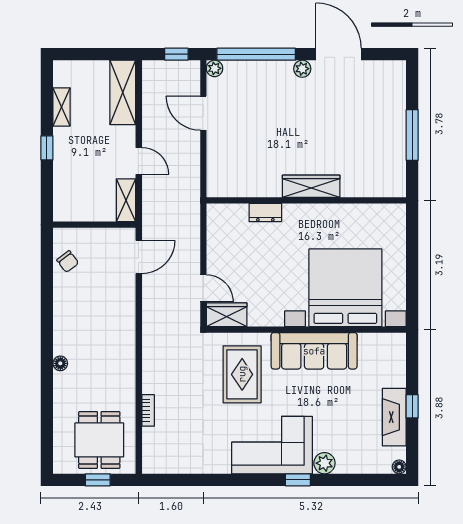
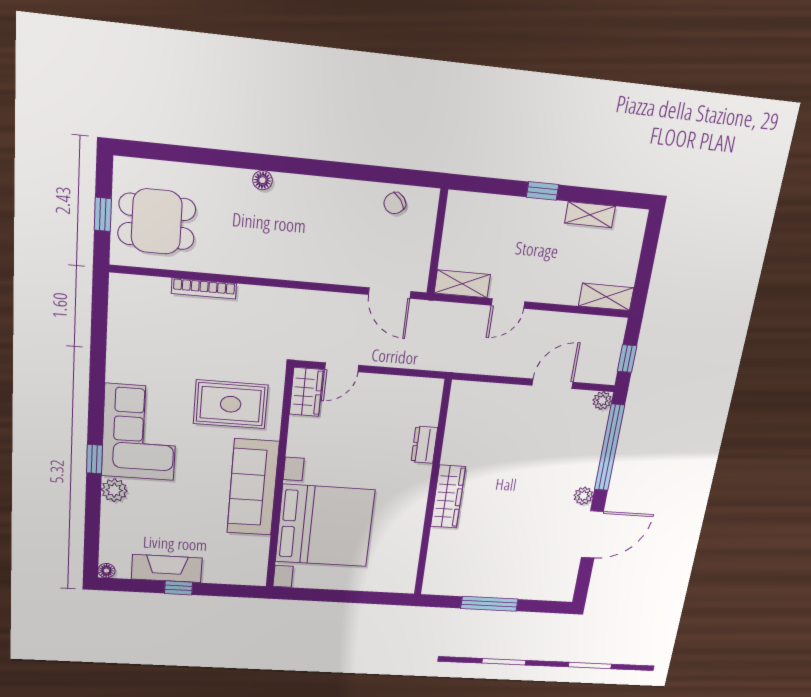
shelving: (123, 92) -> (606, 297), width x0.67, depth x0.75
bookcase: (148, 410) -> (204, 288), width x1.56

